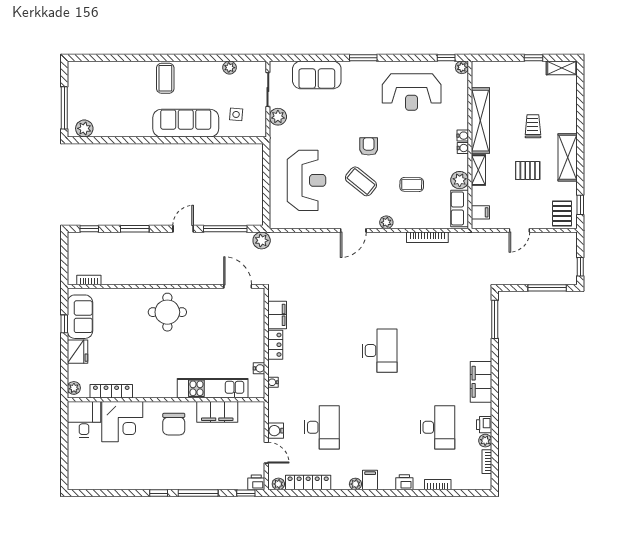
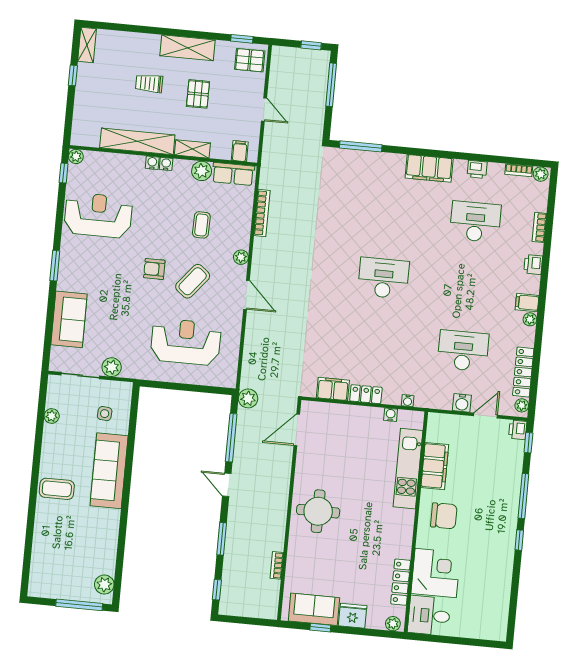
reception desk: (412, 92) -> (98, 215), turned -90
bookcase: (89, 280) -> (277, 565), moved
plant: (485, 441) -> (541, 174), moved

